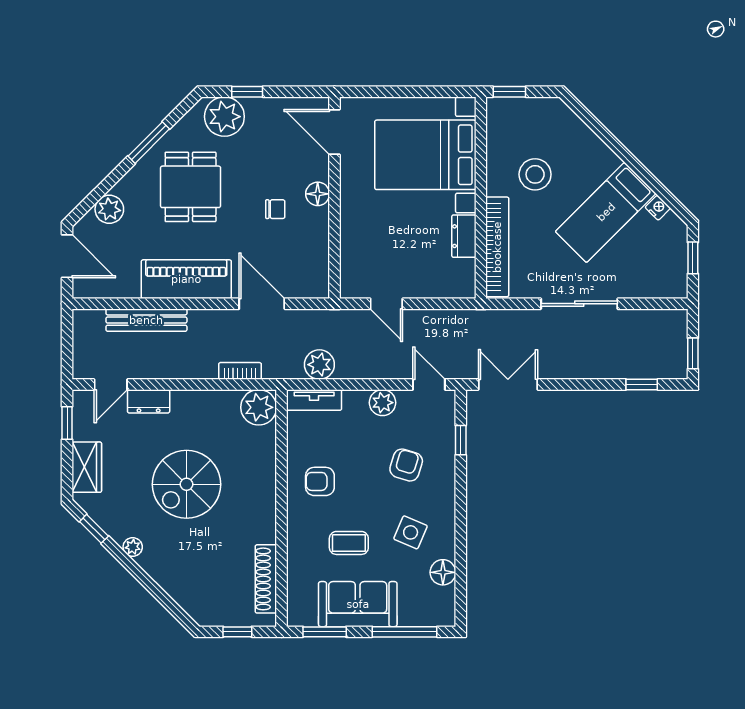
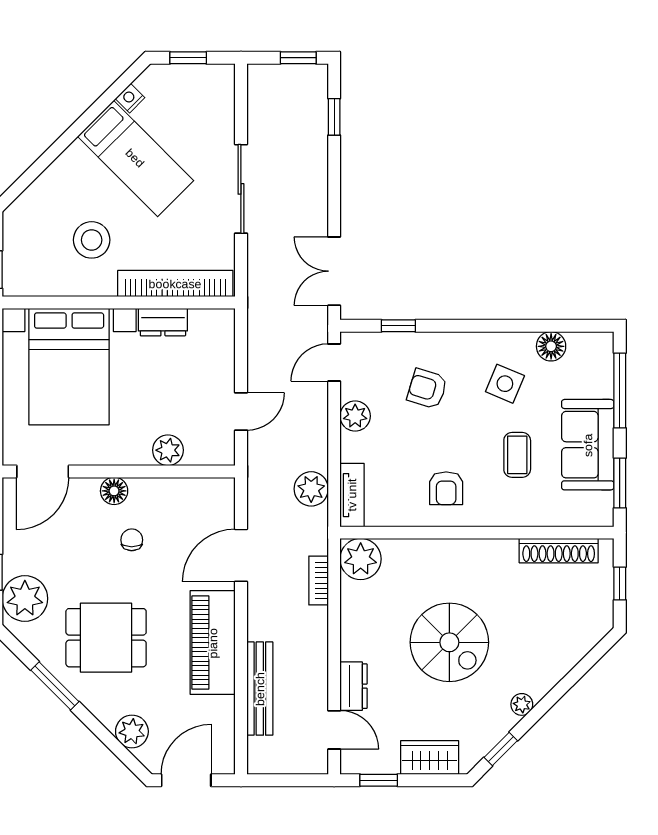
plant: (353, 240) -> (168, 450), added

